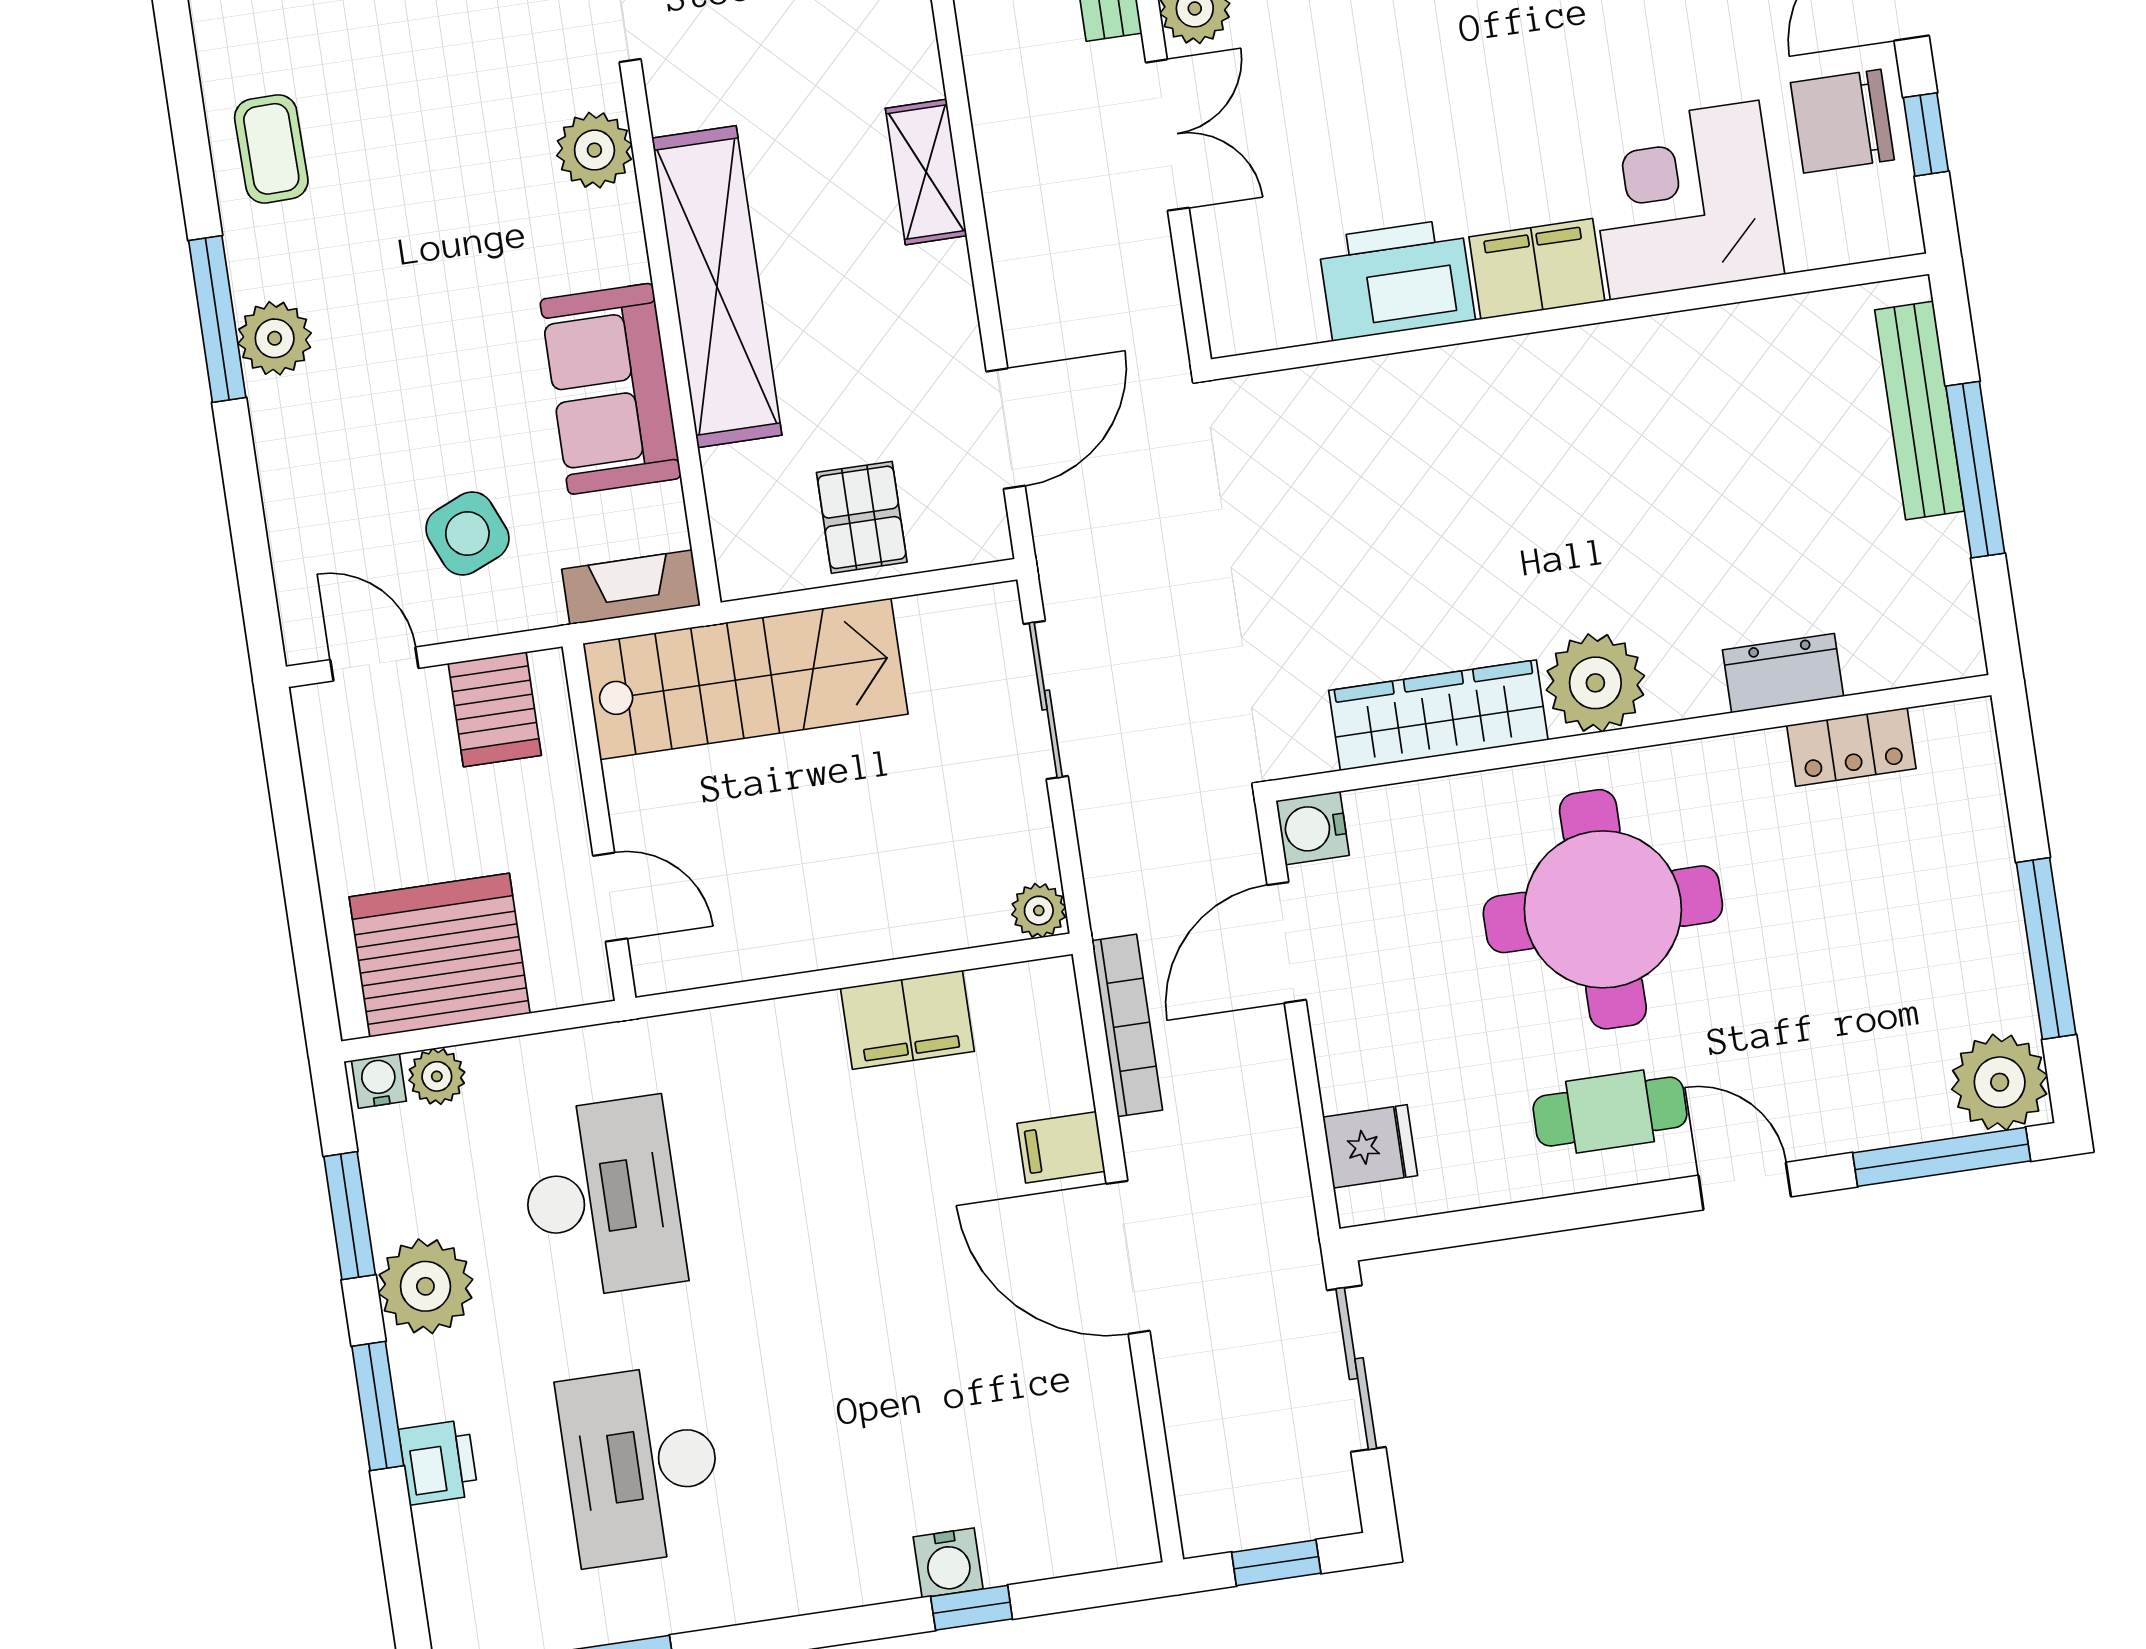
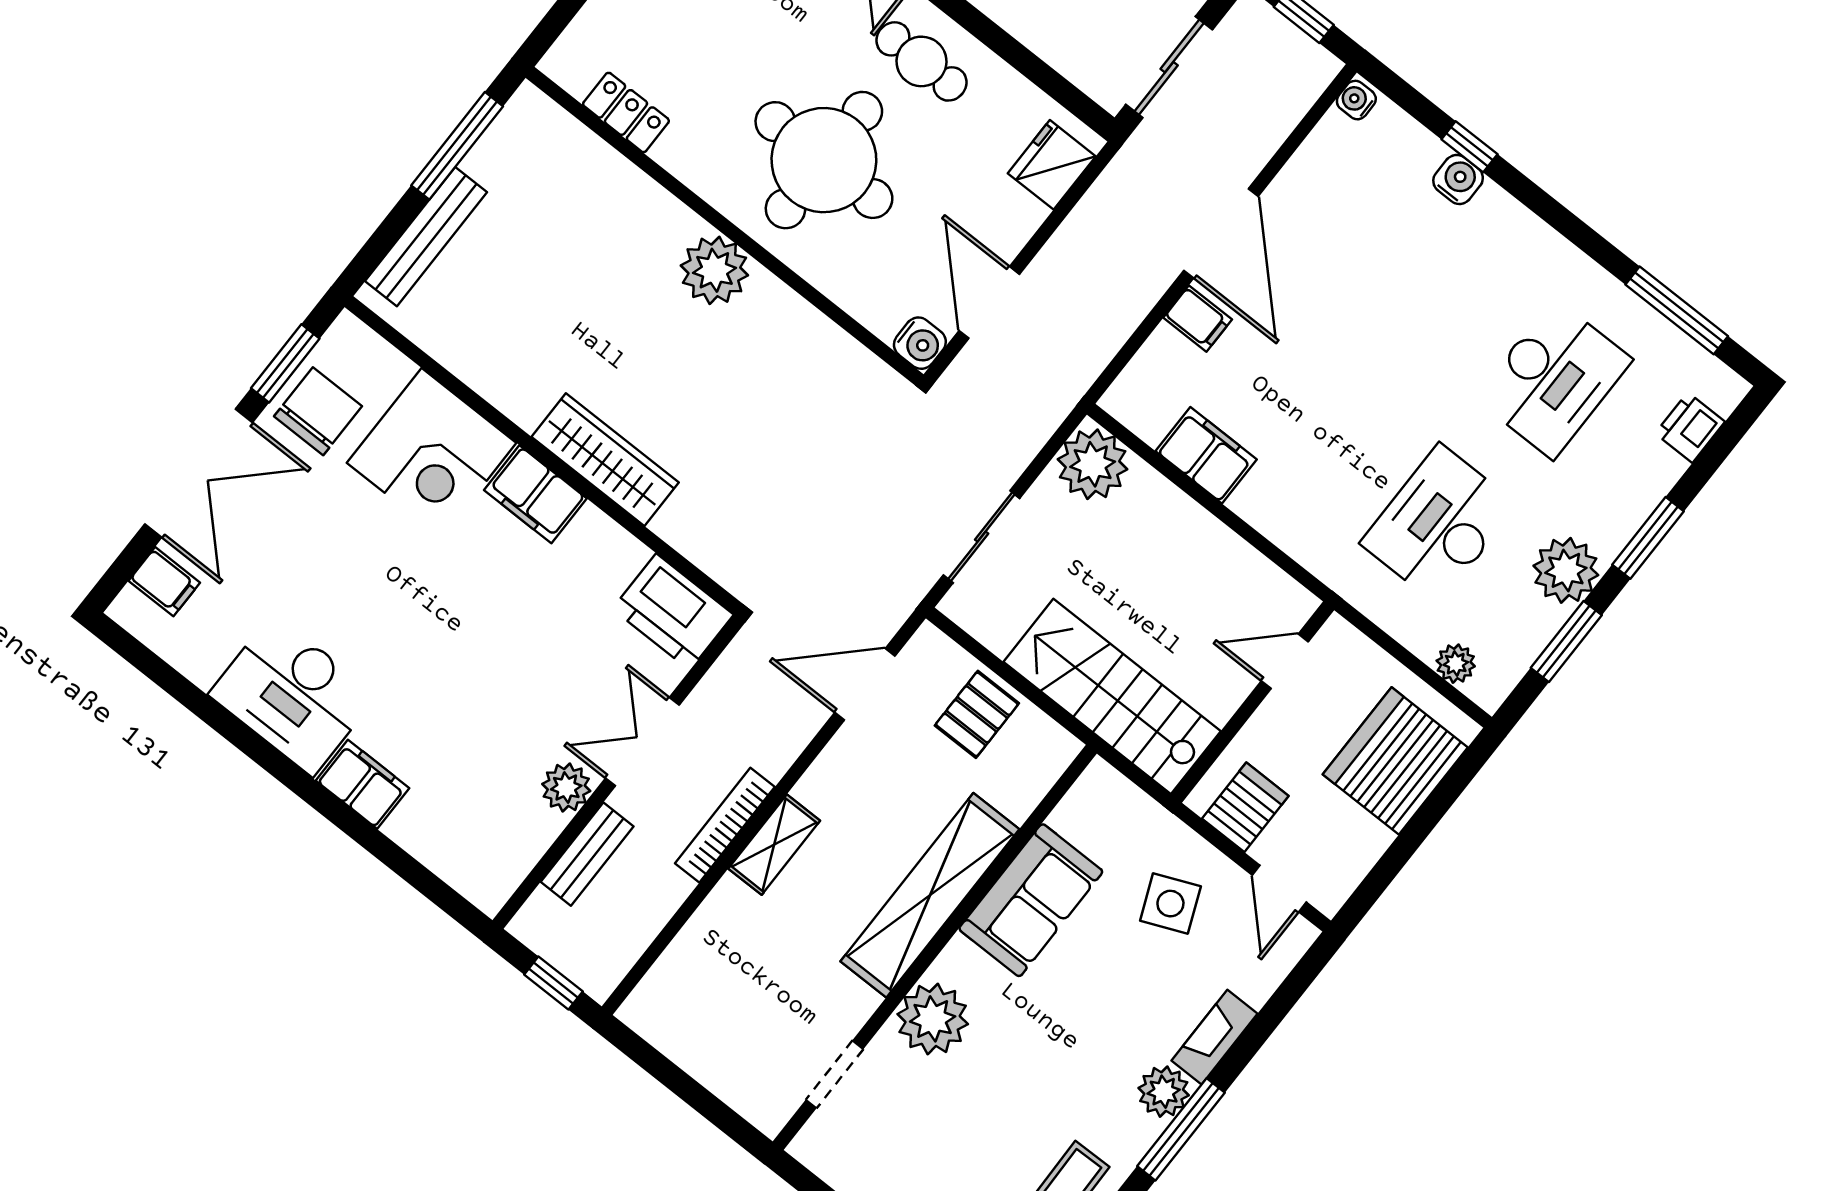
chair: (1842, 121) -> (318, 411), turned -90
window: (1926, 134) -> (285, 363), width x1.50
plant: (594, 150) -> (933, 1019), width x1.36, depth x1.36
printer: (1397, 279) -> (673, 612), moved
window: (1975, 470) -> (457, 146), moved
fireplace: (631, 587) -> (1215, 1037), moved, turned 90
dresser: (1783, 673) -> (621, 181), removed
wardrobe: (1438, 715) -> (605, 460), moved, turned 180
door: (610, 897) -> (1285, 661), hinge flipped
plant: (1039, 911) -> (1093, 464), width x1.87, depth x1.87
door: (1287, 942) -> (989, 302), swing flipped
server rack: (440, 955) -> (1395, 761), moved, turned 90
bookcase: (1127, 1025) -> (725, 825), moved
water cooler: (379, 1081) -> (1356, 100), moved, turned 90
fridge: (1370, 1146) -> (1052, 165), width x1.38
printer: (438, 1462) -> (1690, 427), moved

